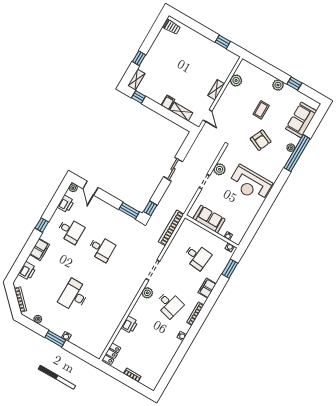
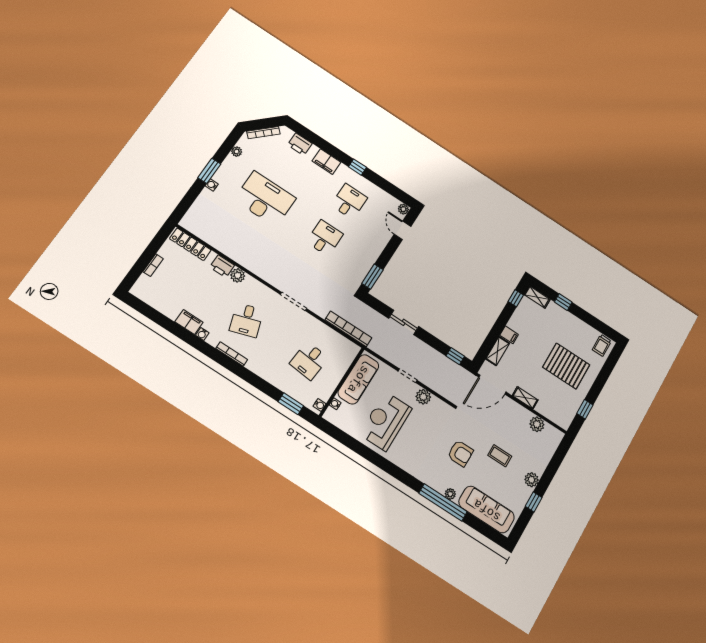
pallet: (190, 56) -> (566, 366), added
door: (207, 116) -> (492, 385), width x1.88
sofa: (301, 120) -> (487, 510), width x1.36
armchair: (261, 140) -> (460, 453), turned -114
sliding door: (173, 169) -> (404, 322), moved
reception desk: (250, 184) -> (386, 421), moved
door: (90, 188) -> (402, 230), hinge flipped
printer: (66, 204) -> (383, 198), removed
window: (150, 208) -> (455, 356), moved
sofa: (209, 219) -> (358, 379), width x1.36
desk: (71, 231) -> (349, 201), turned 180
desk: (101, 249) -> (325, 238), turned 180
filing cabinet: (207, 288) -> (189, 322), moved
plant: (147, 293) -> (238, 275), moved
desk: (74, 296) -> (265, 199), width x1.36, depth x1.30
desk: (169, 304) -> (247, 320), turned -33
locker: (112, 354) -> (190, 244), width x1.53

